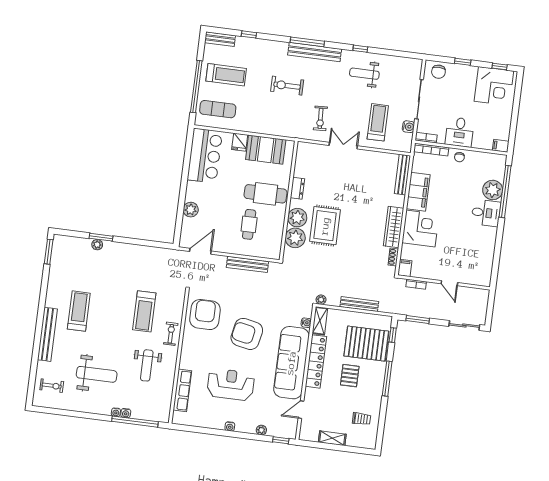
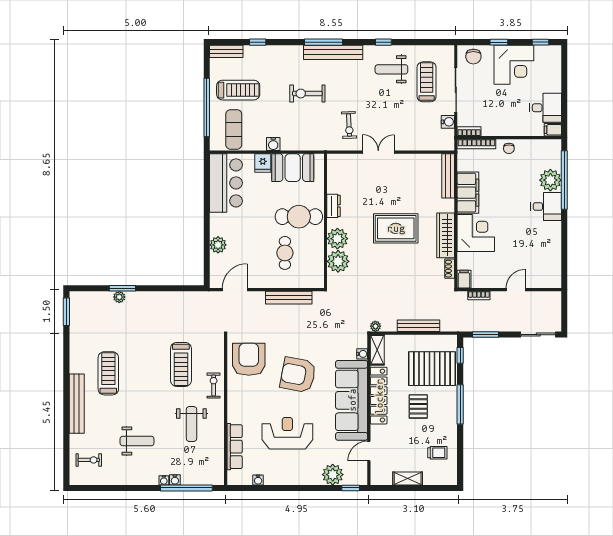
corner desk: (494, 86) -> (514, 65), moved
exercise mat: (218, 109) -> (234, 129), turned 90
treadmill: (378, 122) -> (427, 82), moved
water cooler: (251, 126) -> (273, 144), added
desk: (460, 132) -> (546, 108), moved, turned -90
rug: (325, 226) -> (396, 228), moved, turned 90
door: (449, 283) -> (516, 290), swing flipped
weight bench: (97, 374) -> (137, 441), width x0.73, depth x0.75
water cooler: (230, 426) -> (258, 480), moved
plant: (261, 430) -> (333, 475), width x1.88, depth x1.88

